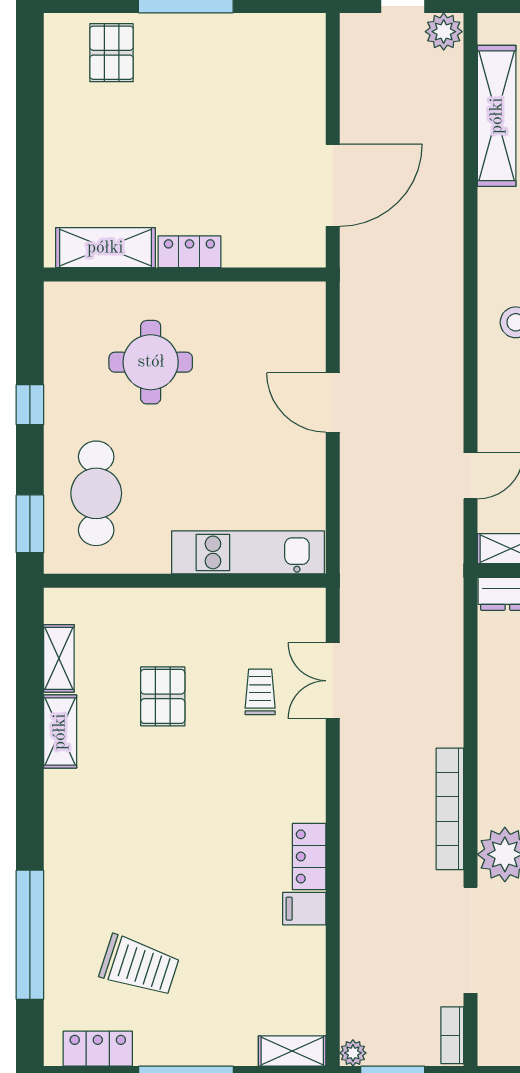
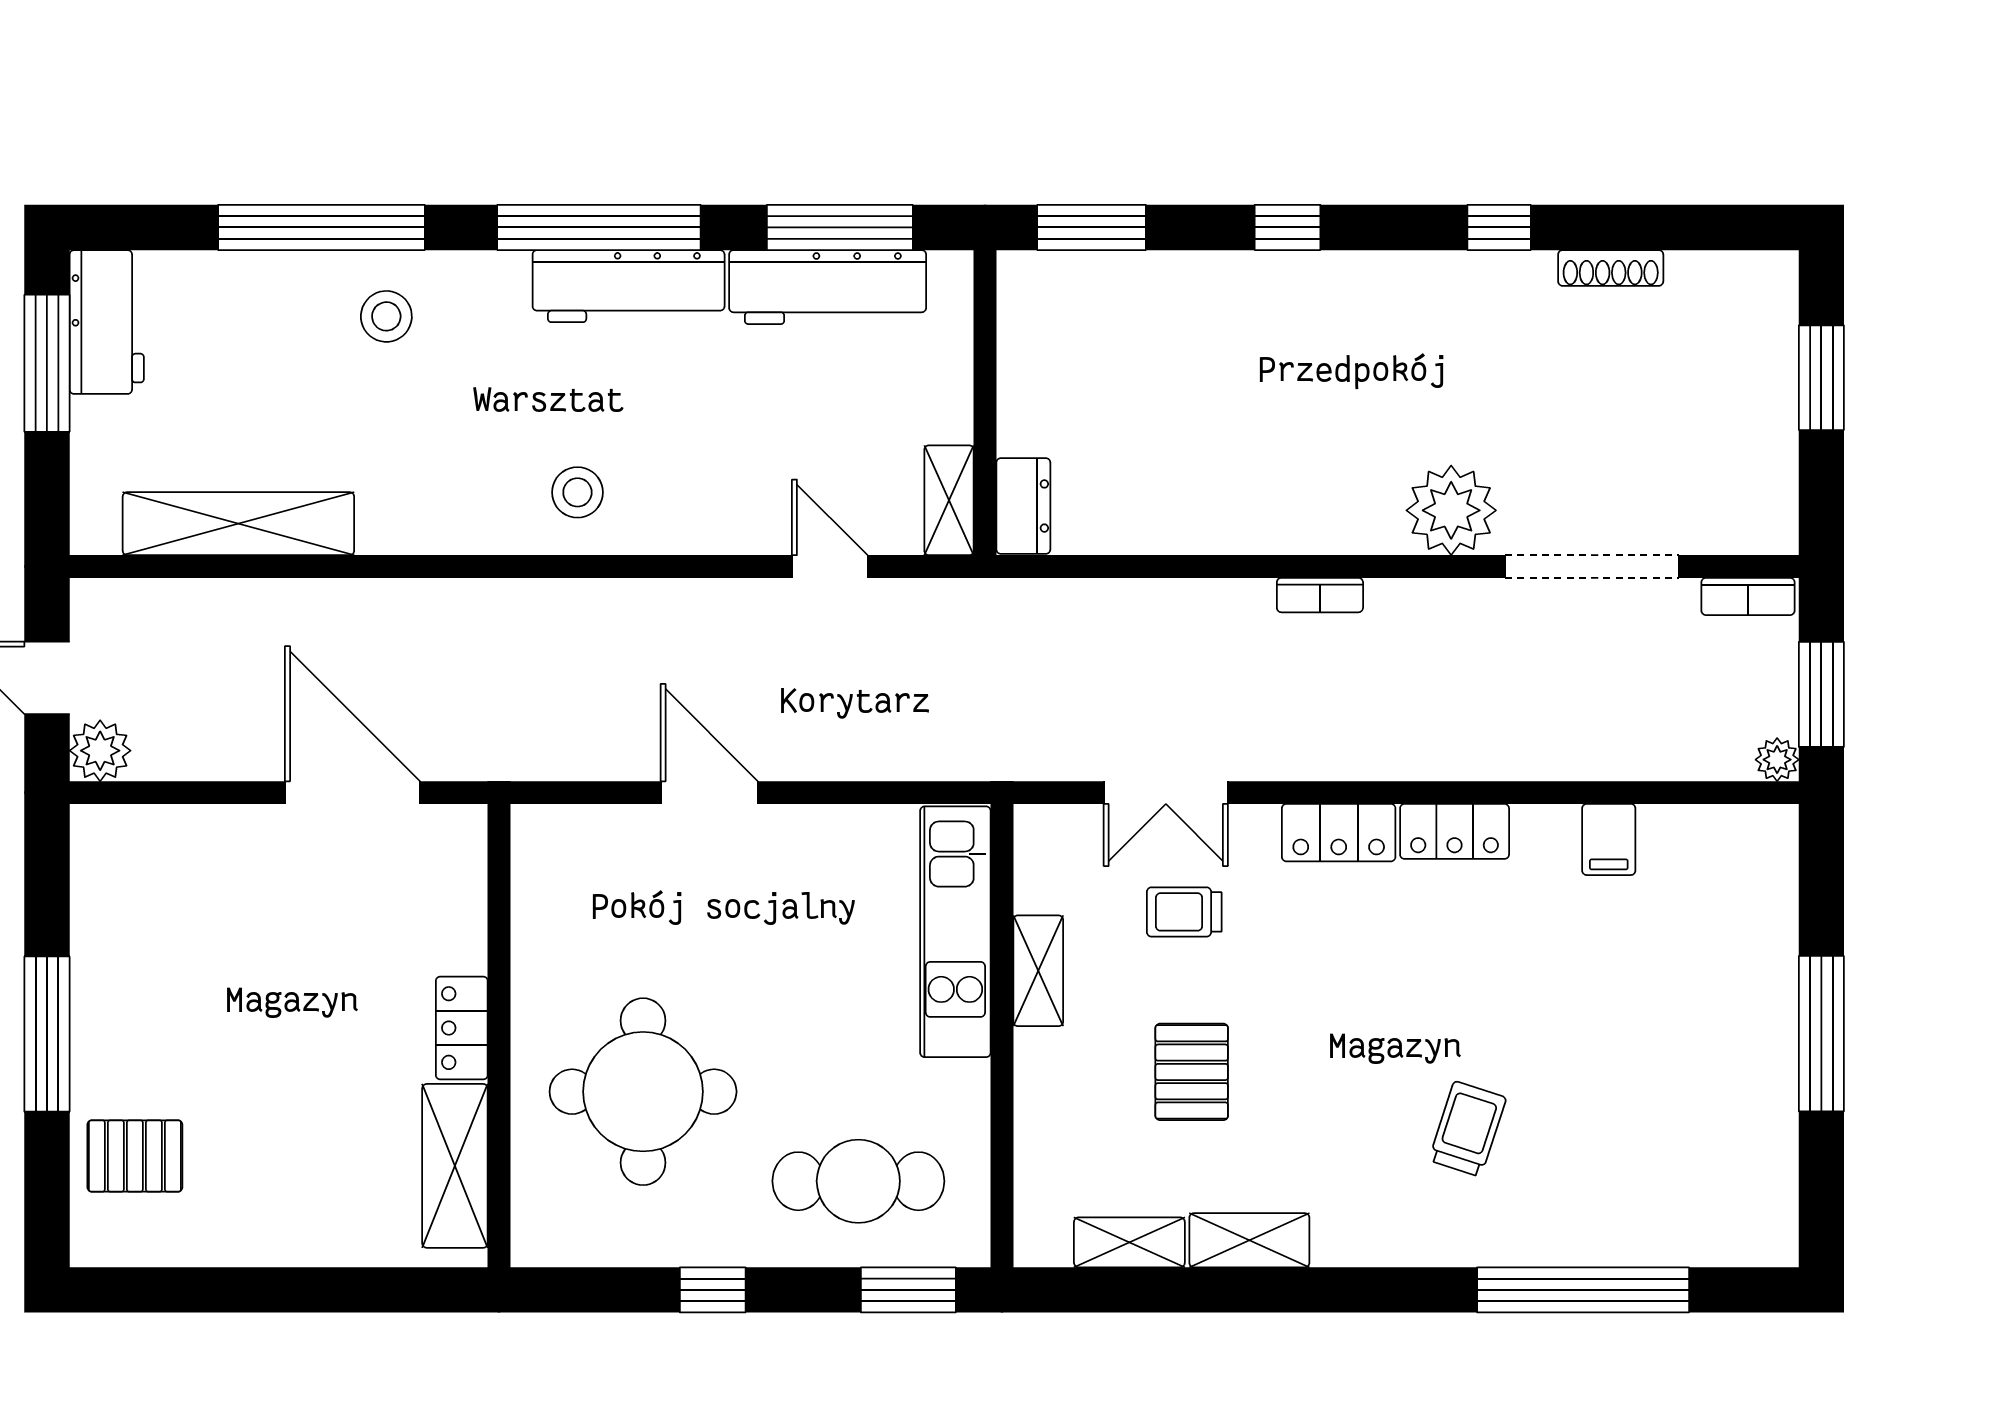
plant: (444, 32) -> (100, 751), moved
round table: (151, 362) -> (643, 1092), width x1.36, depth x1.36
door: (333, 403) -> (709, 793), swing flipped
pallet: (163, 696) -> (1192, 1072), turned 90
bookcase: (450, 809) -> (1320, 595), width x0.43, depth x0.76
filing cabinet: (304, 909) -> (1609, 839), moved
trolley: (139, 966) -> (1467, 1129), moved, width x0.73, depth x0.72
locker: (98, 1049) -> (1339, 833), moved, turned -90
shelving: (292, 1051) -> (1038, 971), moved

